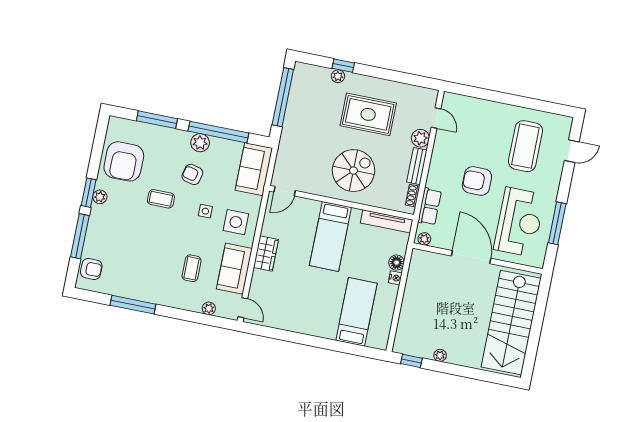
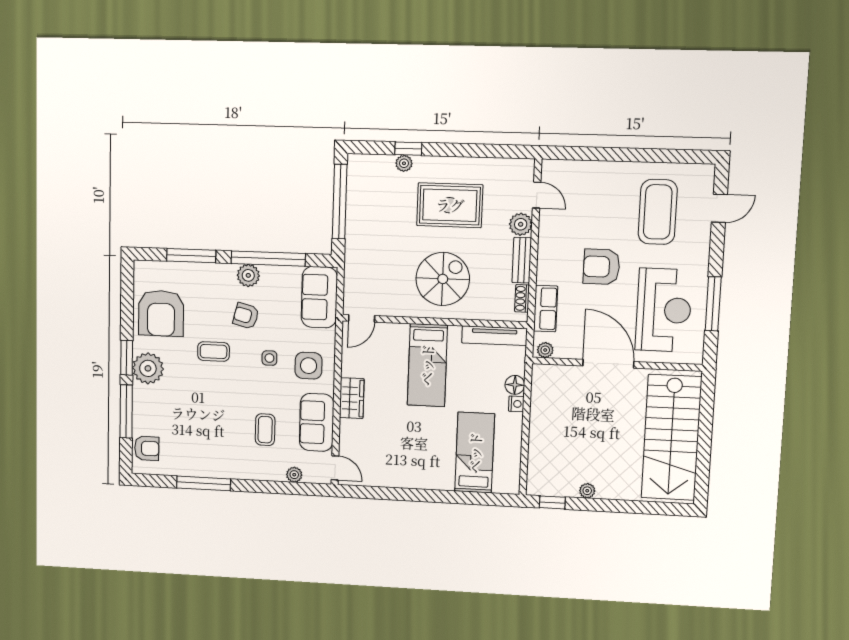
plant: (100, 197) -> (148, 368), width x1.87, depth x1.87

